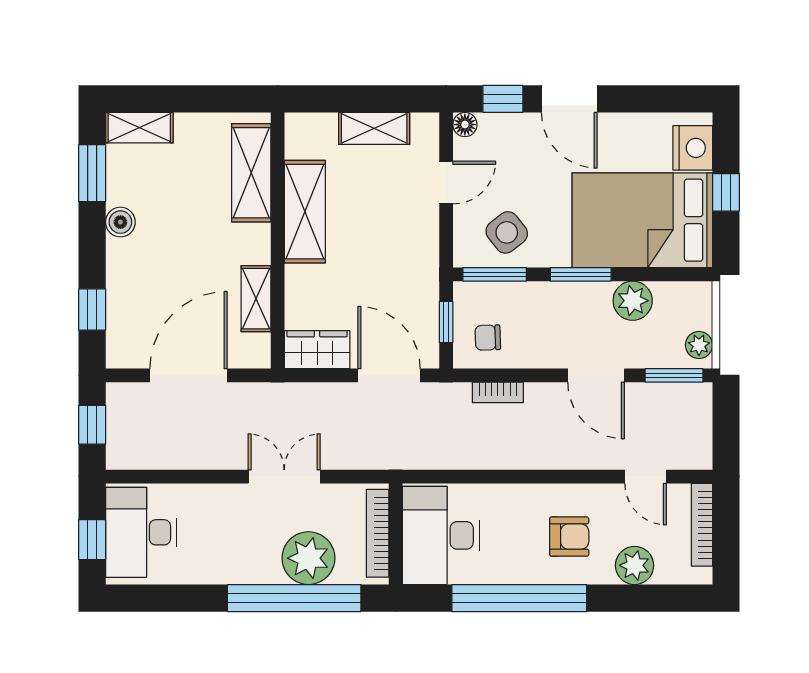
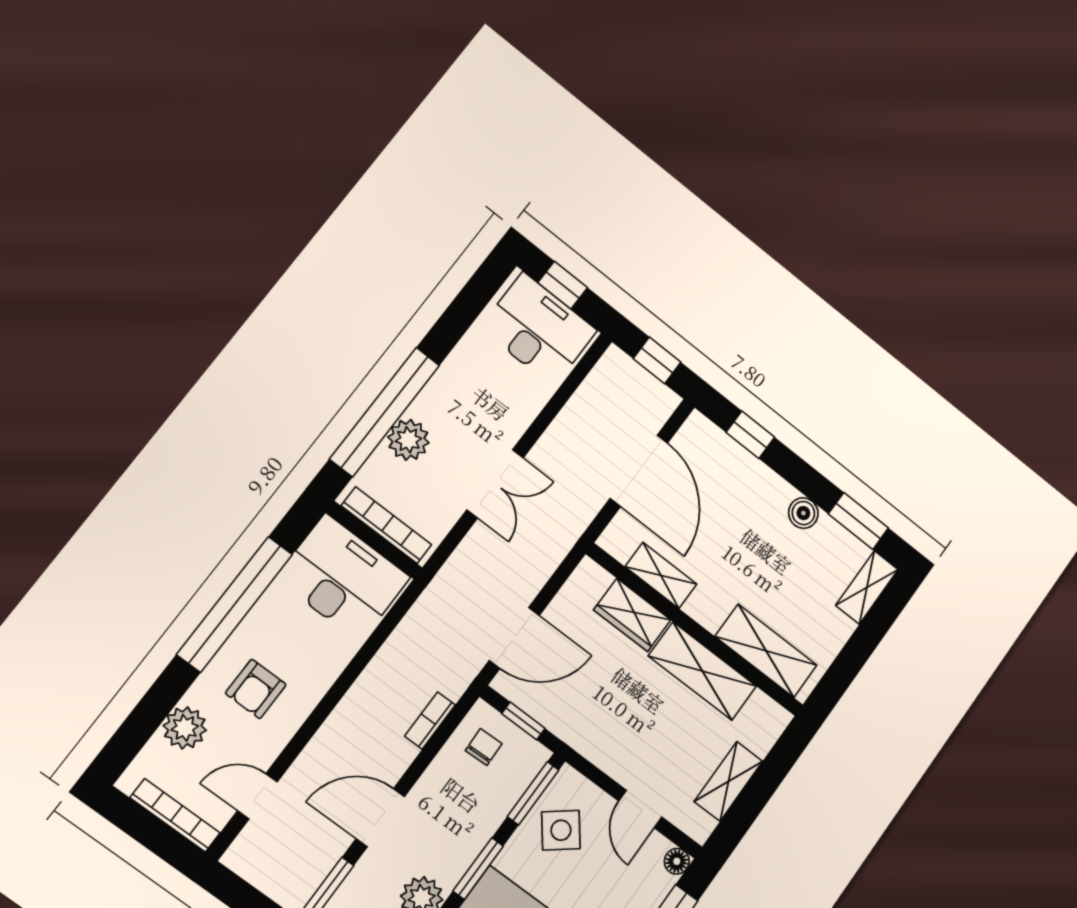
wardrobe: (317, 350) -> (632, 615), moved, turned 90
plant: (308, 558) -> (408, 440), width x0.73, depth x0.73

